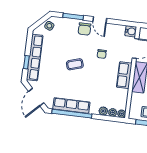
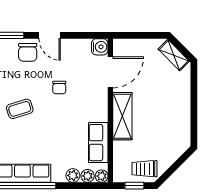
row of seats: (124, 75) -> (98, 143), moved

